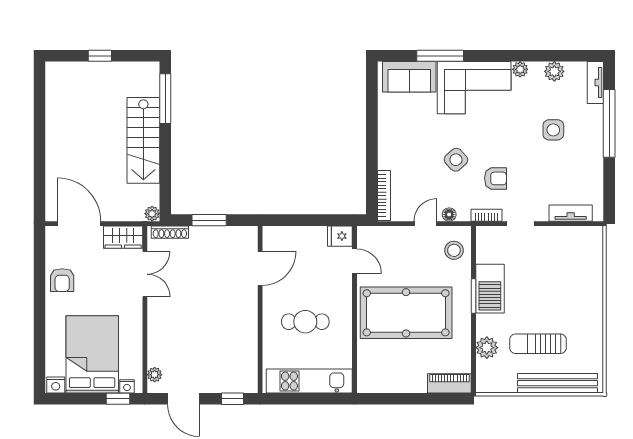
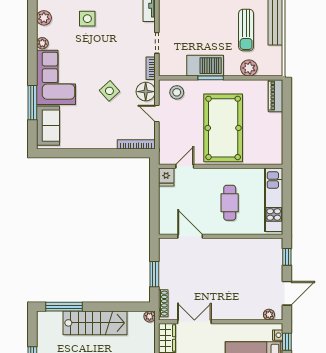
armchair: (496, 178) -> (123, 61), removed
floor lamp: (449, 215) -> (146, 92), width x1.89, depth x1.89

